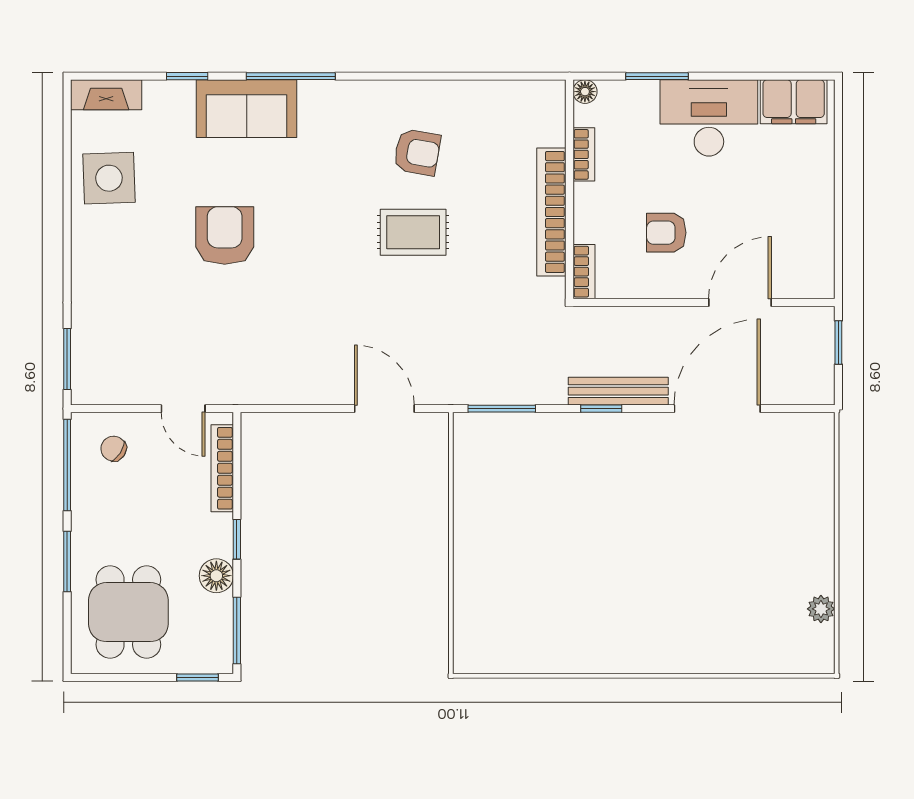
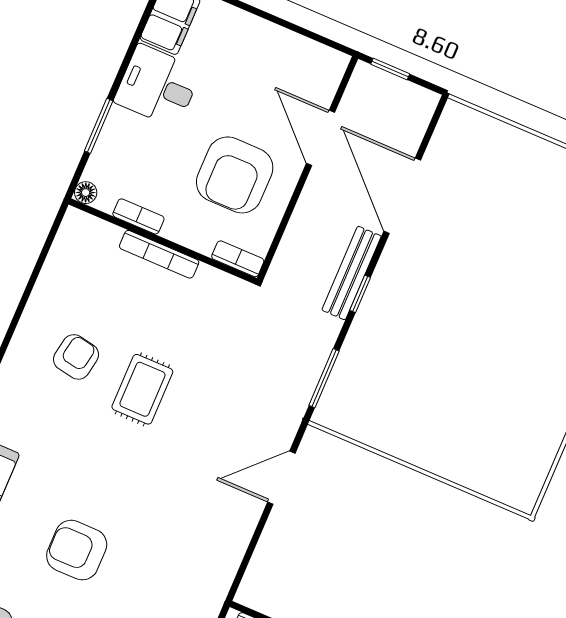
desk: (709, 118) -> (158, 86), width x0.73
bookcase: (551, 212) -> (159, 254), width x0.68, depth x0.76
armchair: (666, 233) -> (235, 175), width x1.88, depth x1.88

